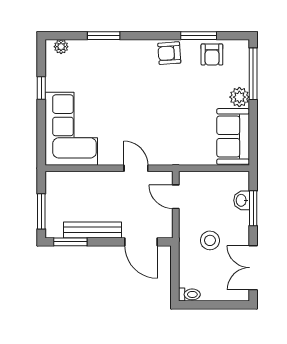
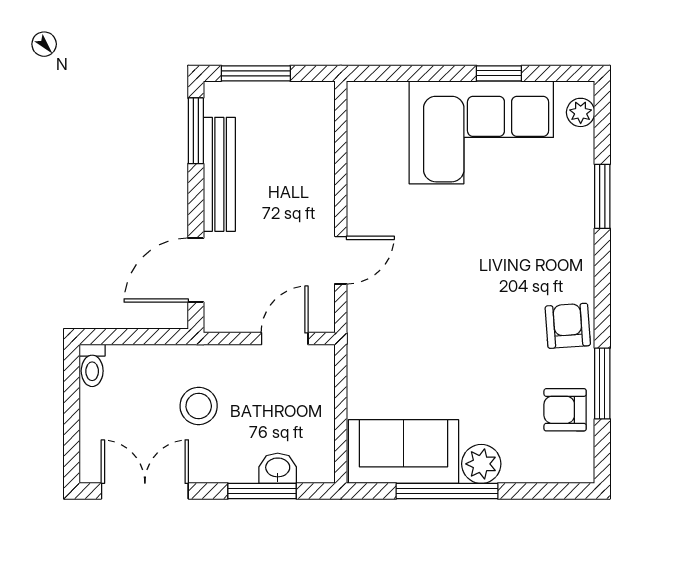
window: (253, 74) -> (447, 491), moved
corner sofa: (71, 129) -> (481, 132), moved

